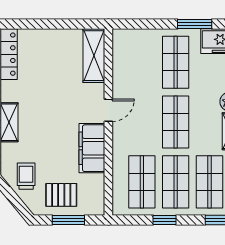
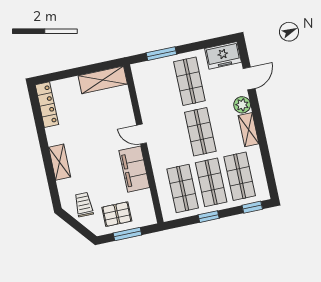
window: (195, 24) -> (161, 54), moved
shelving: (94, 56) -> (103, 80), moved, turned 90
door: (108, 110) -> (141, 134), swing flipped

